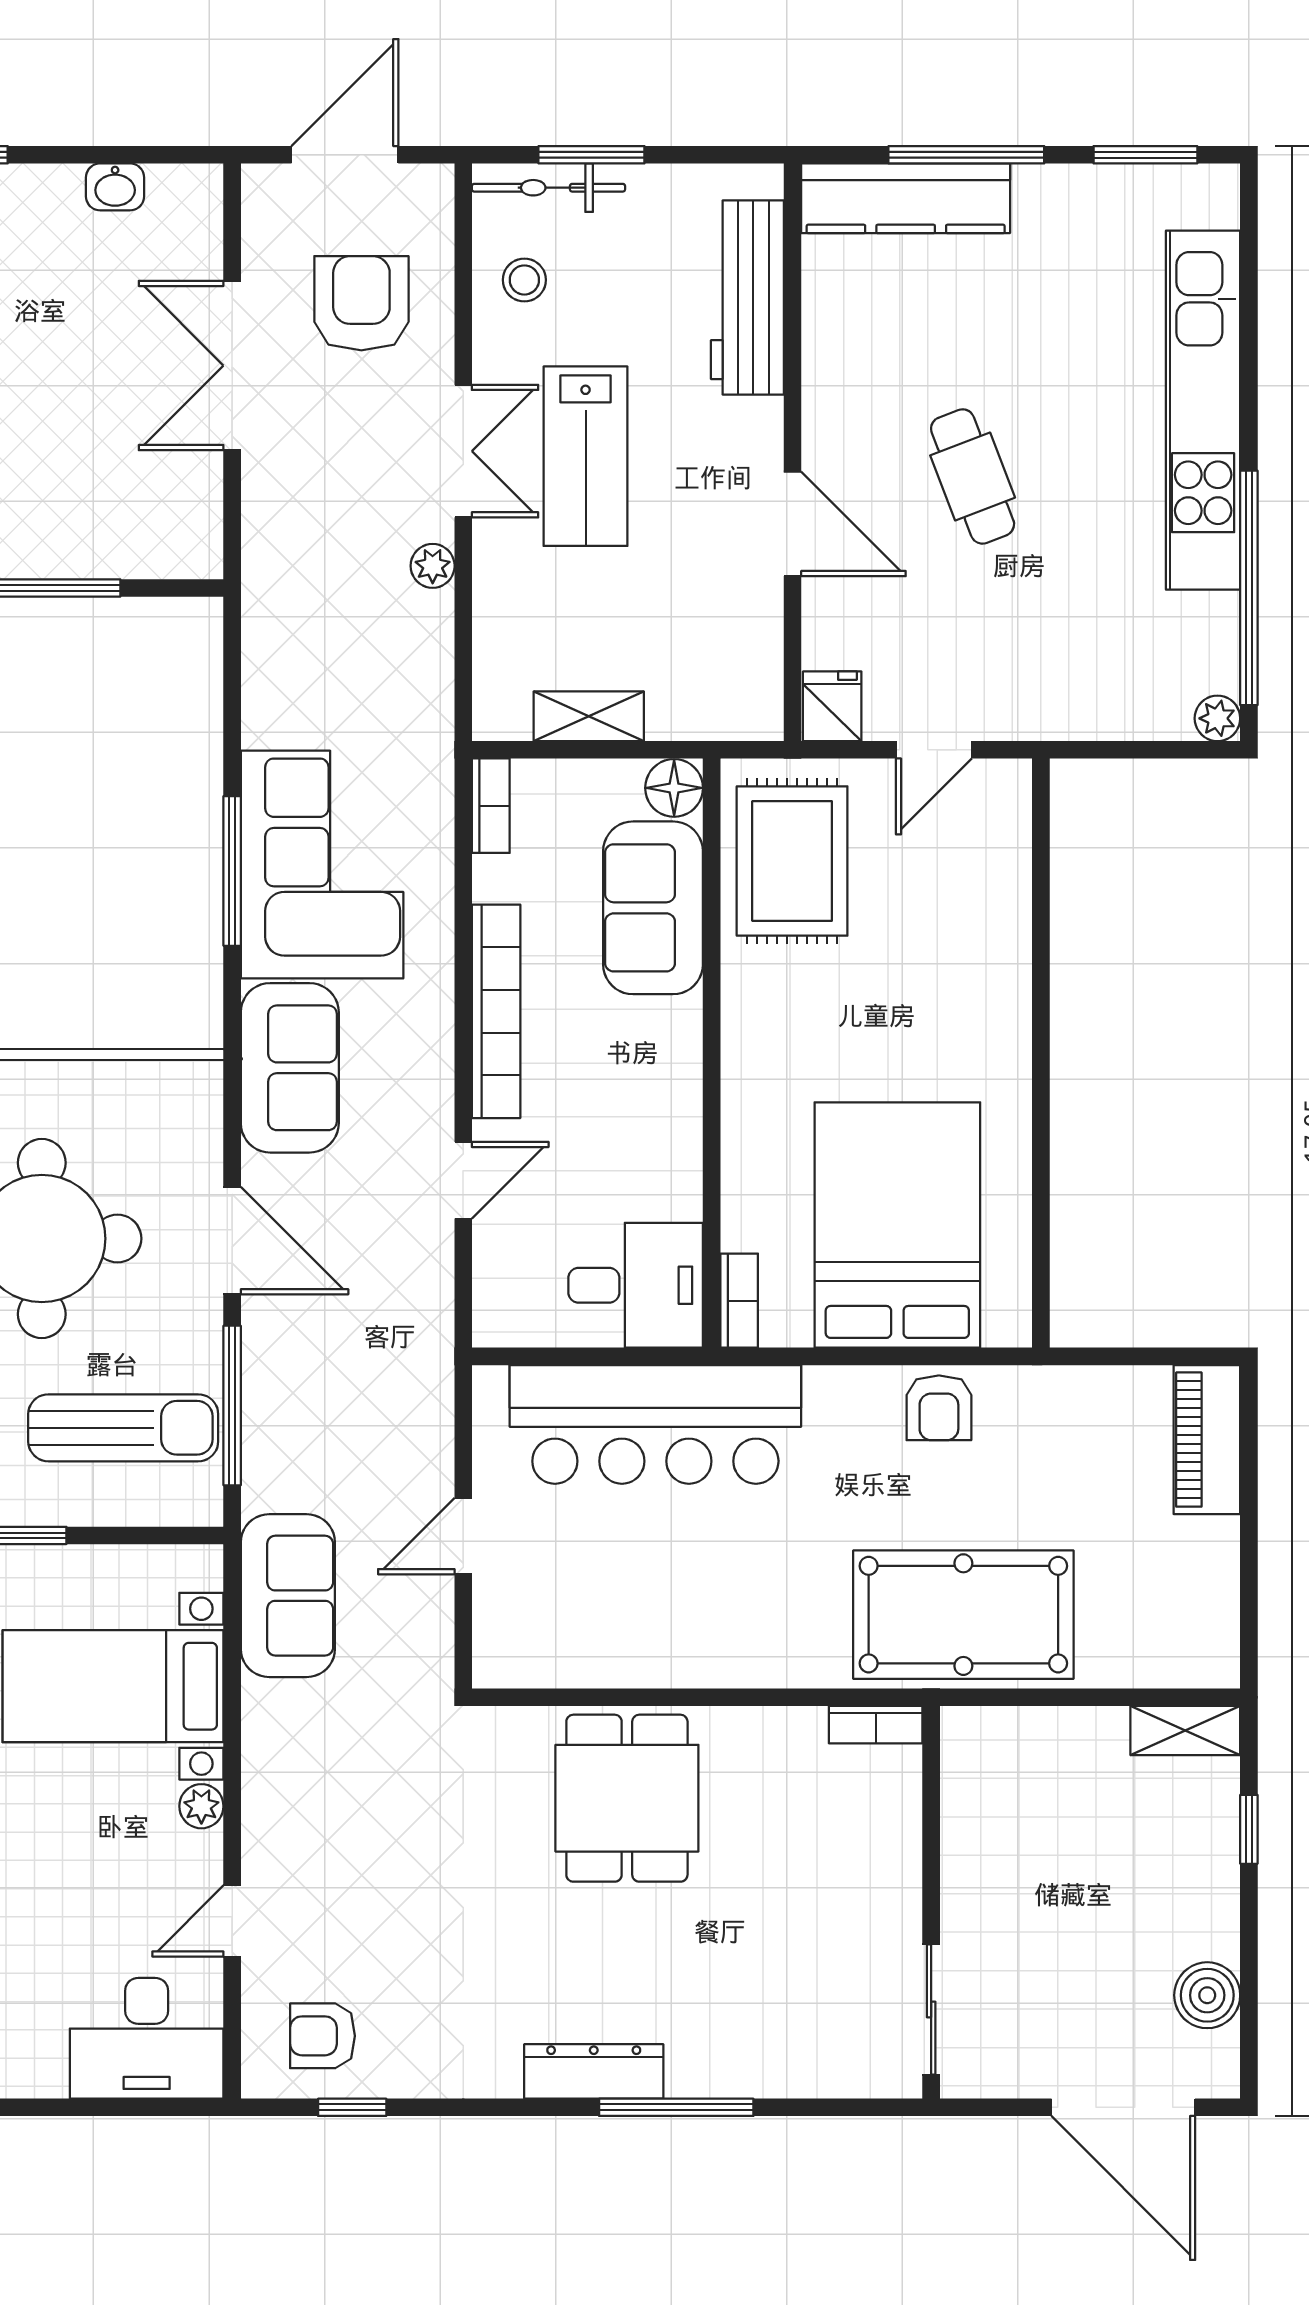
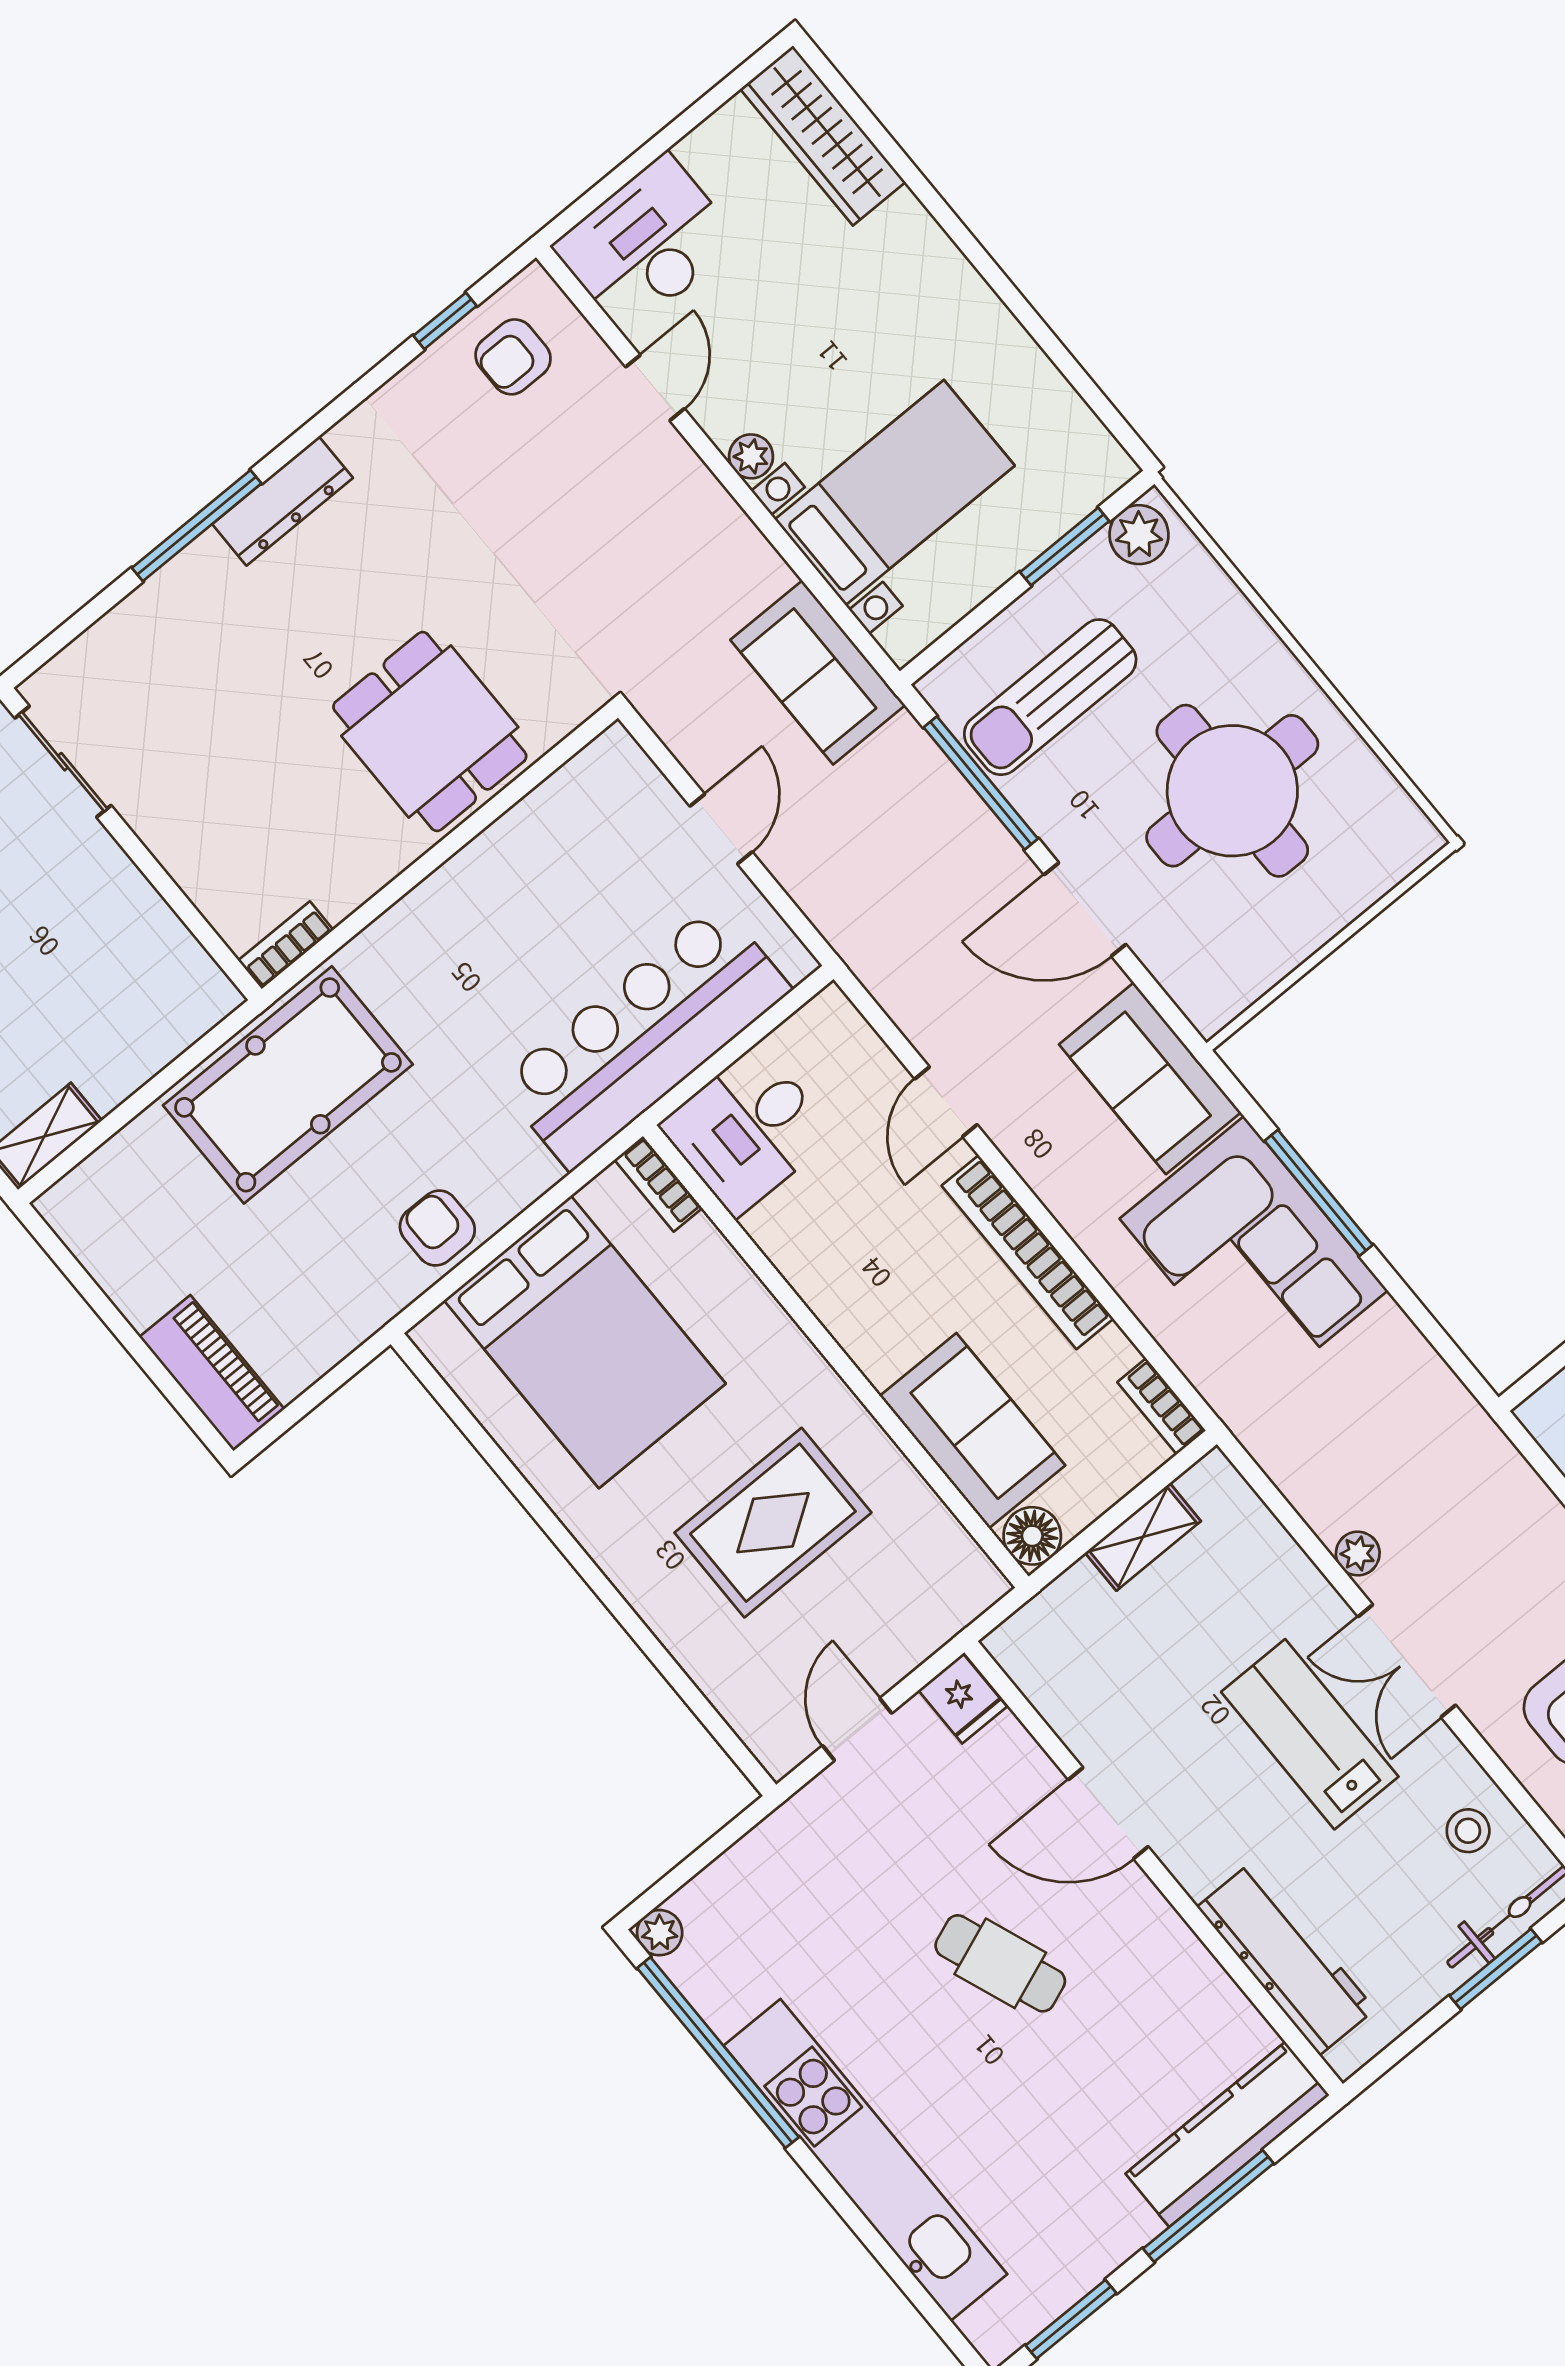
rug: (792, 861) -> (773, 1523), moved, turned 90
armchair: (323, 2036) -> (513, 357), turned 180

